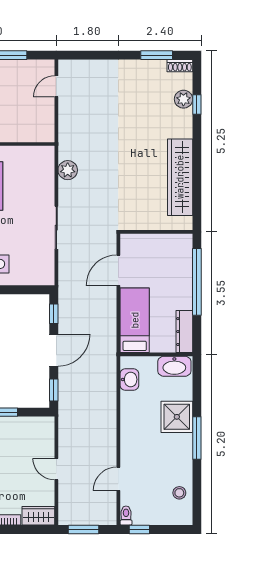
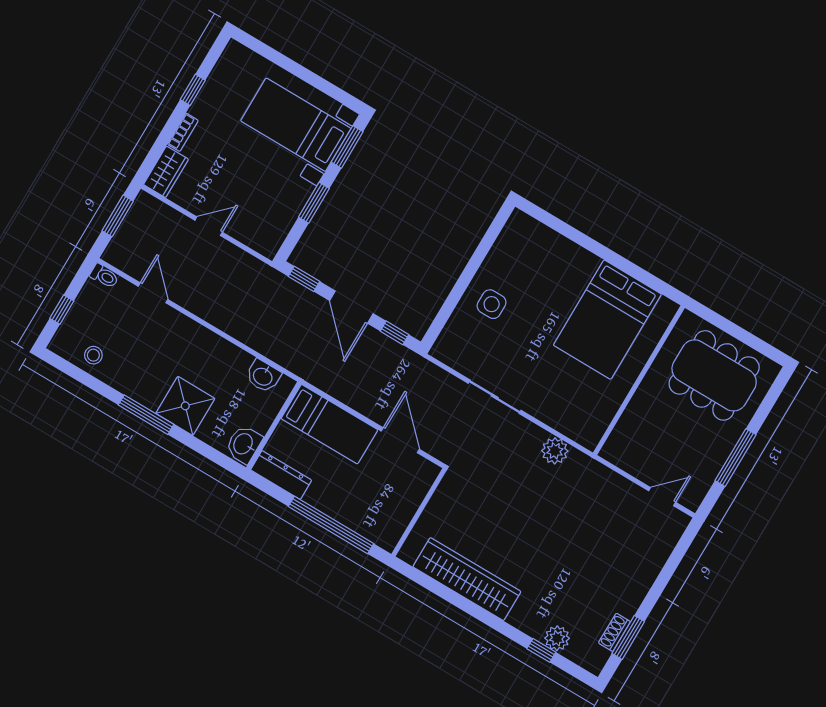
shoe rack: (180, 66) -> (614, 632), moved
door: (56, 86) -> (662, 497), hinge flipped
washbasin: (174, 366) -> (244, 444), width x0.72
window: (139, 529) -> (62, 310), moved

